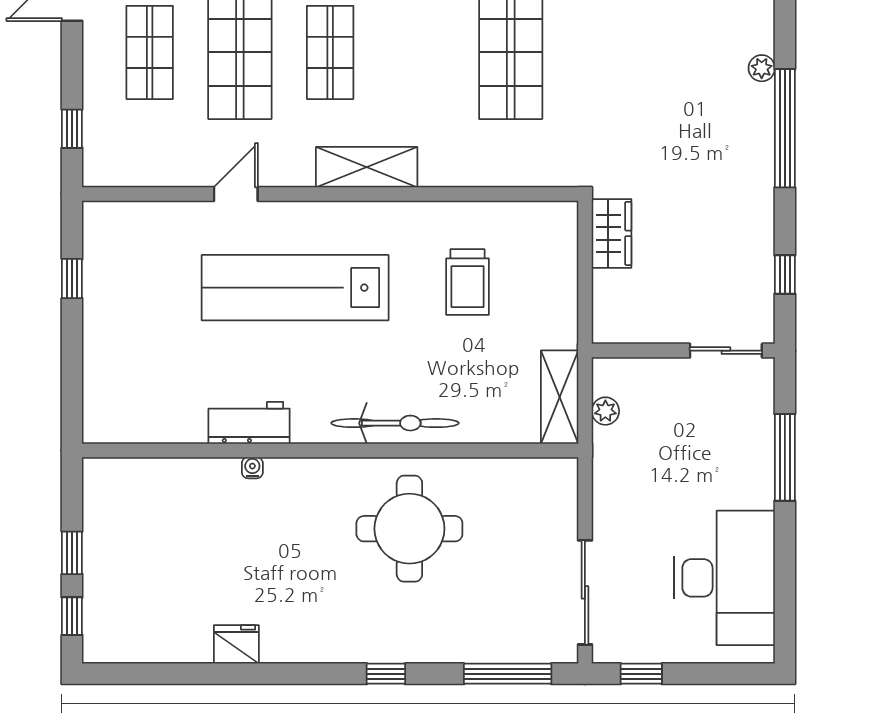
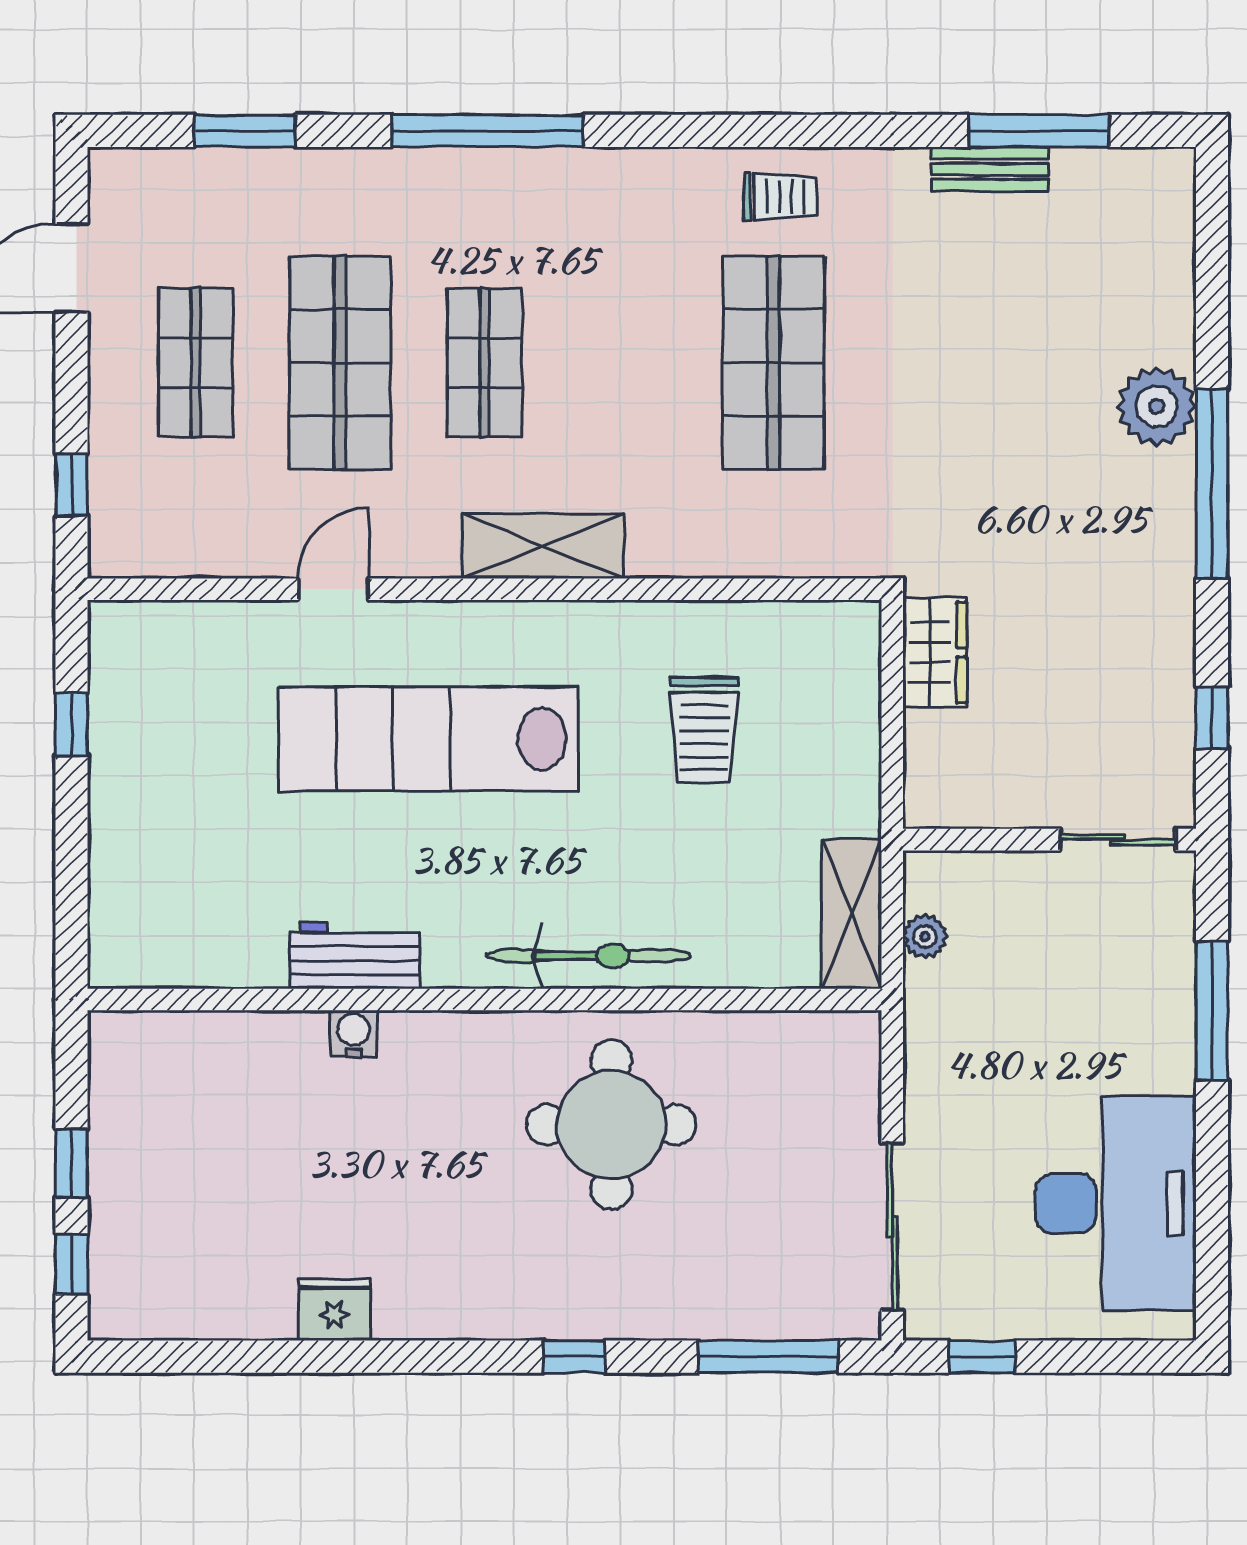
plant: (762, 68) -> (1157, 406), width x1.88, depth x1.88
water cooler: (252, 468) -> (354, 1034), width x1.38, depth x1.38

